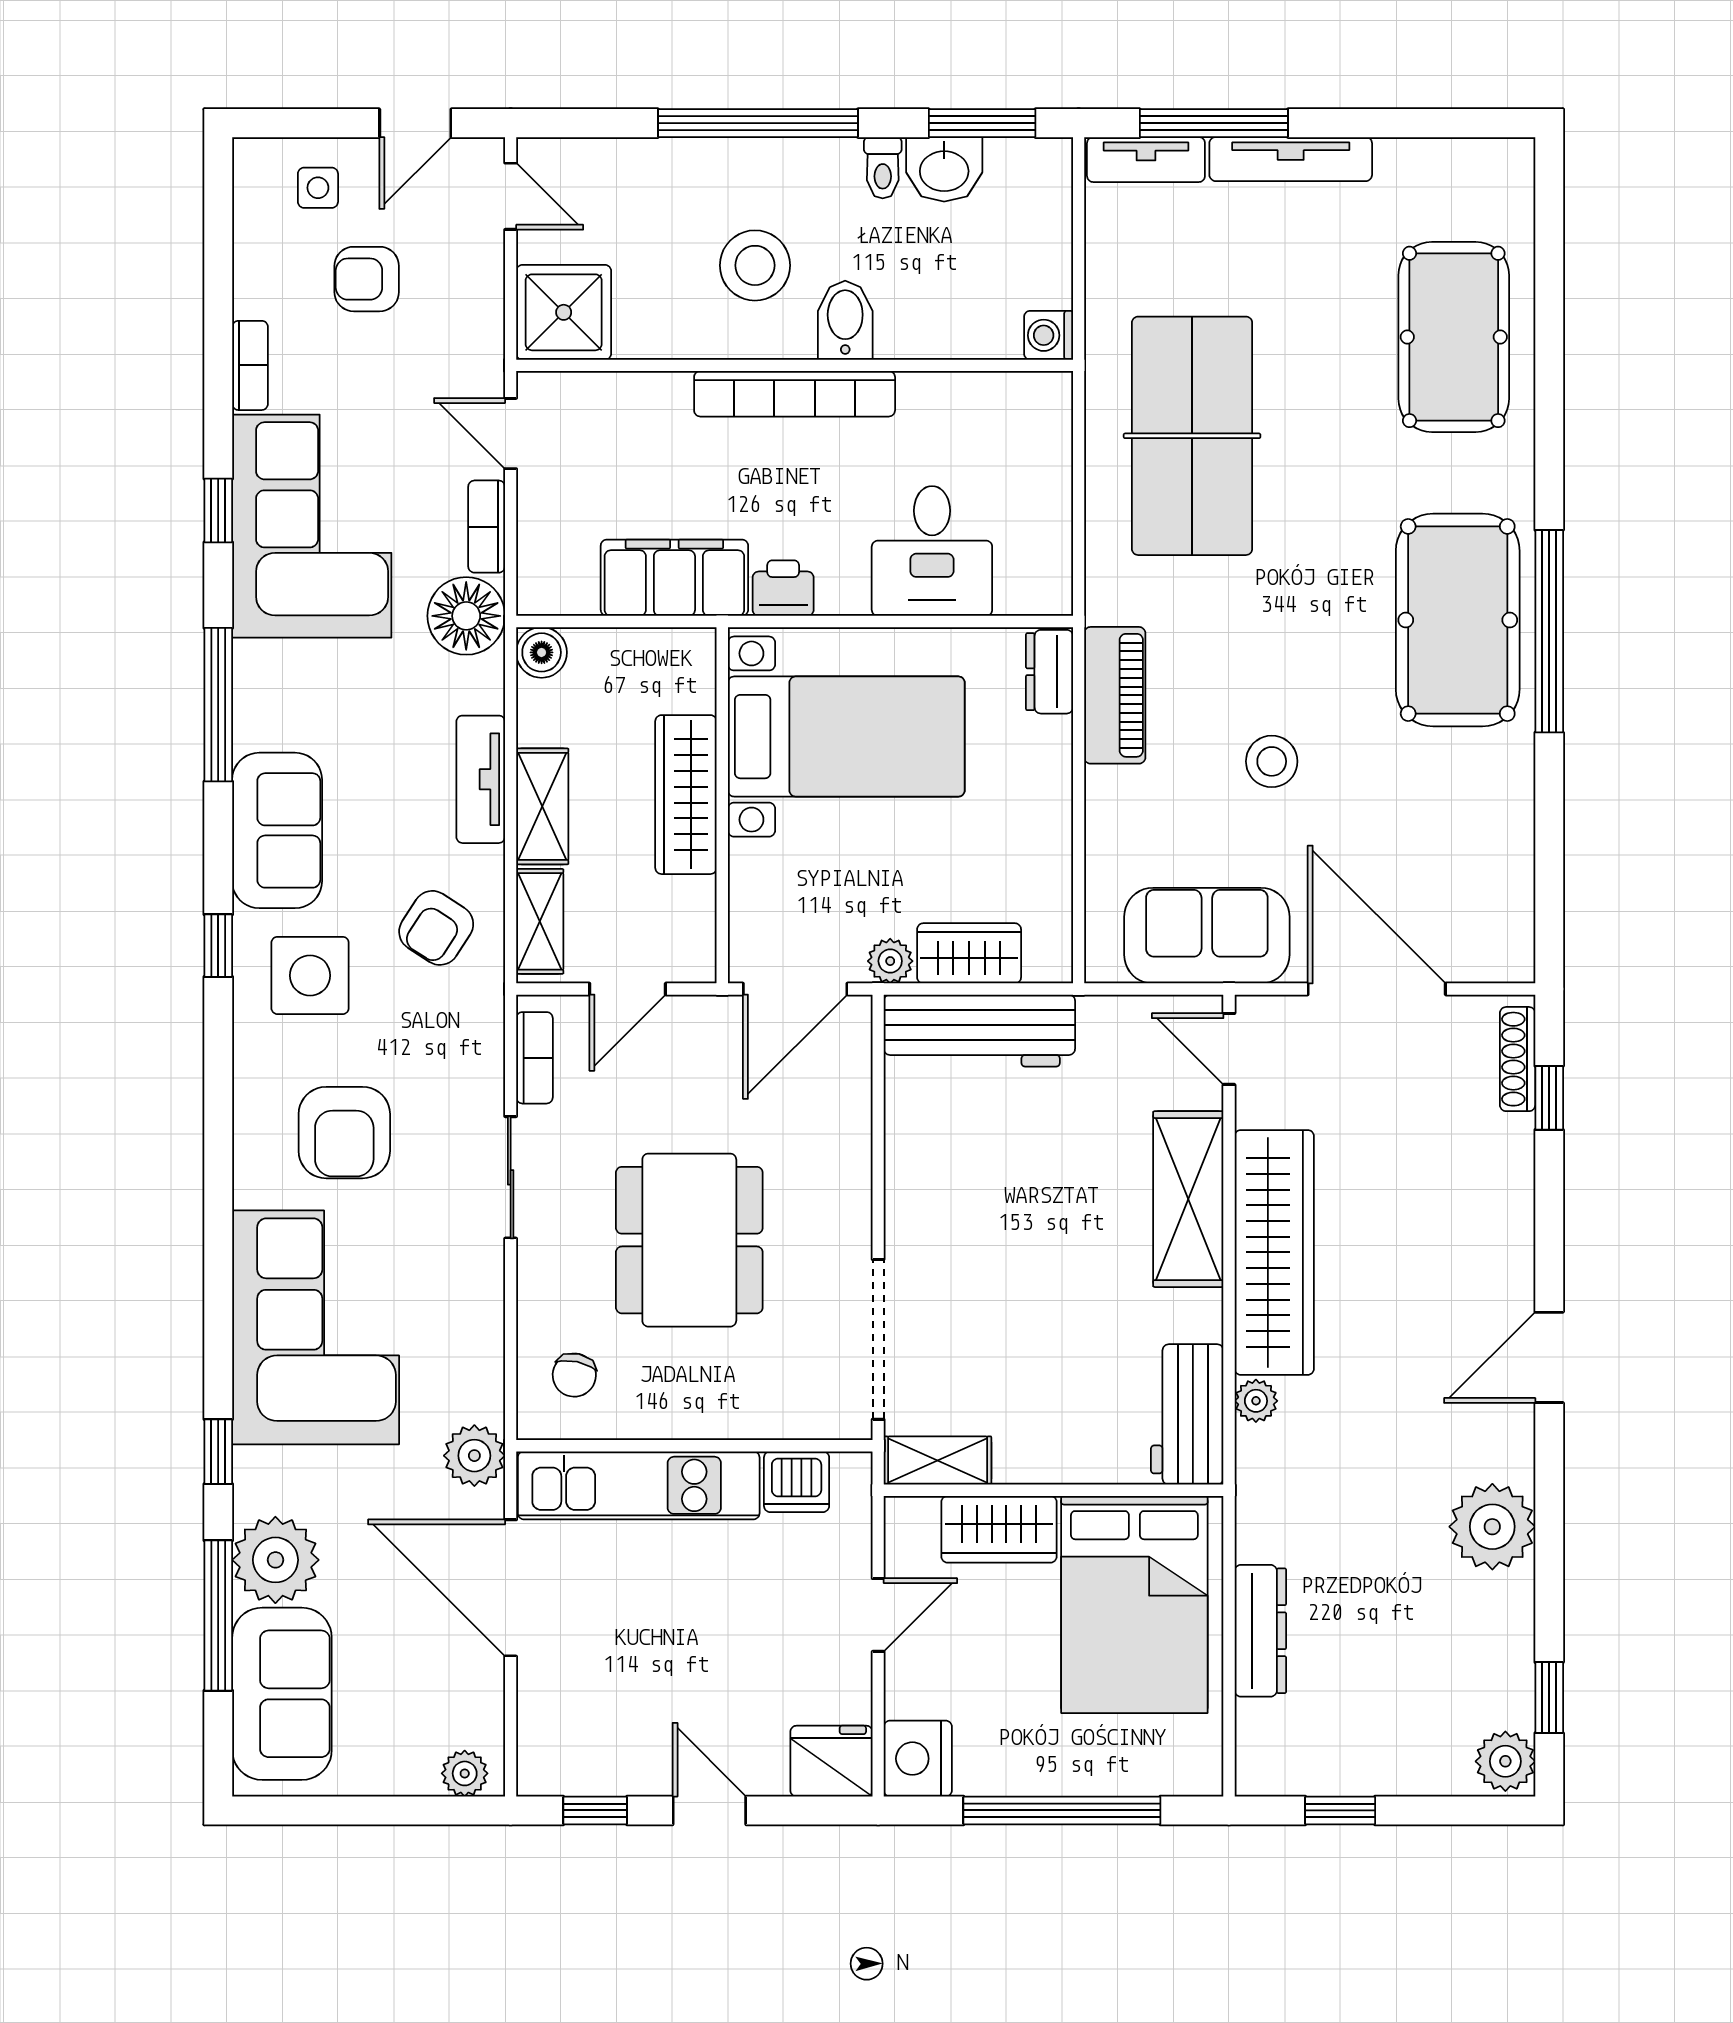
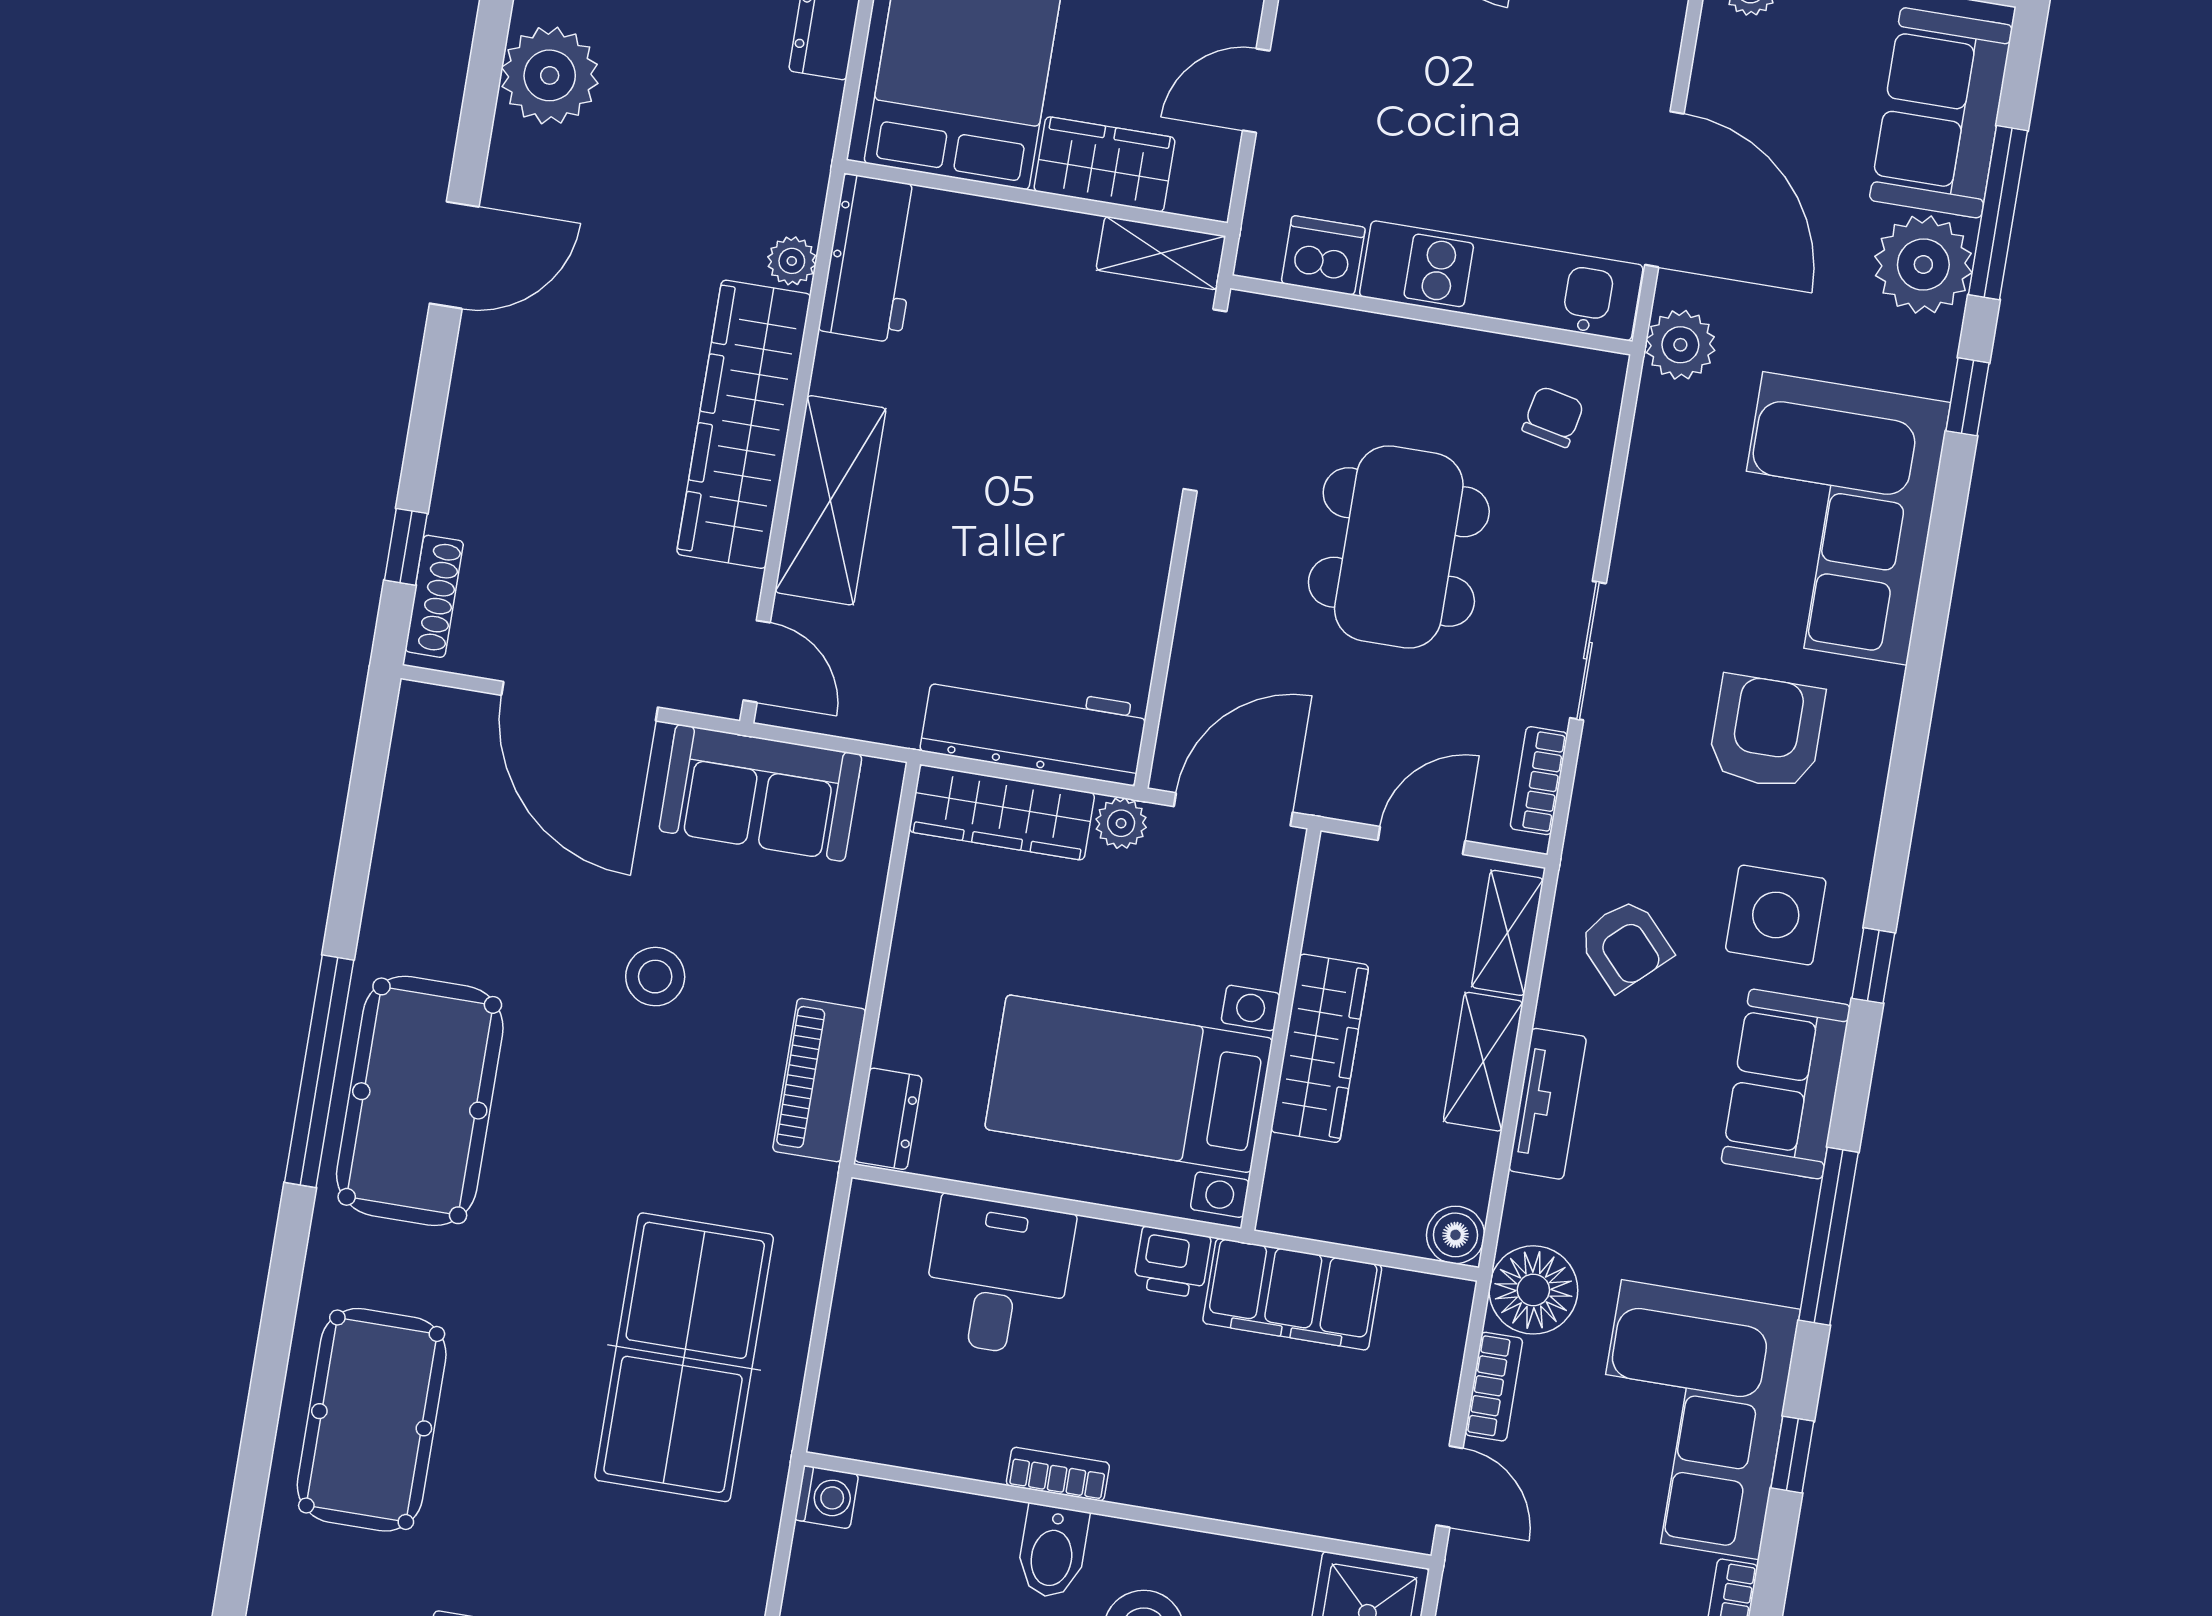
bookcase: (795, 394) -> (1058, 1474), width x0.43, depth x0.76
armchair: (436, 928) -> (1625, 945), turned 104
wardrobe: (969, 953) -> (1002, 812), width x1.50

